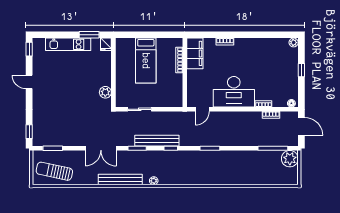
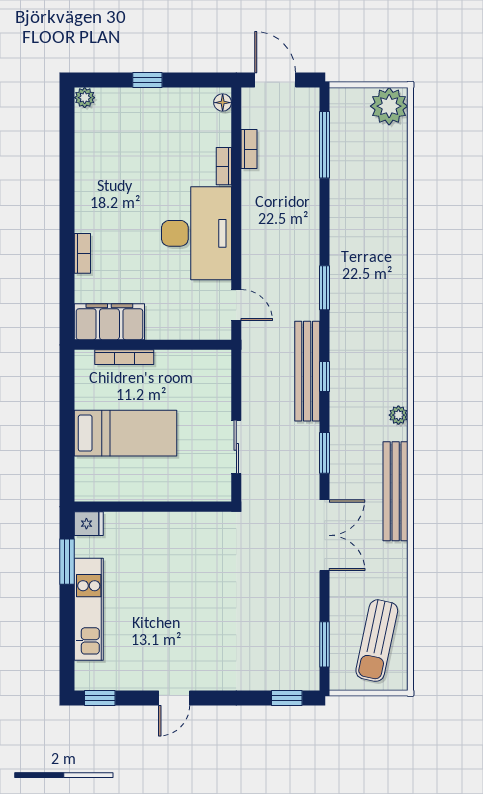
plant: (105, 92) -> (198, 525), removed
door: (301, 126) -> (275, 80), hinge flipped
bench: (157, 141) -> (307, 371), moved
plant: (290, 159) -> (389, 106), moved

